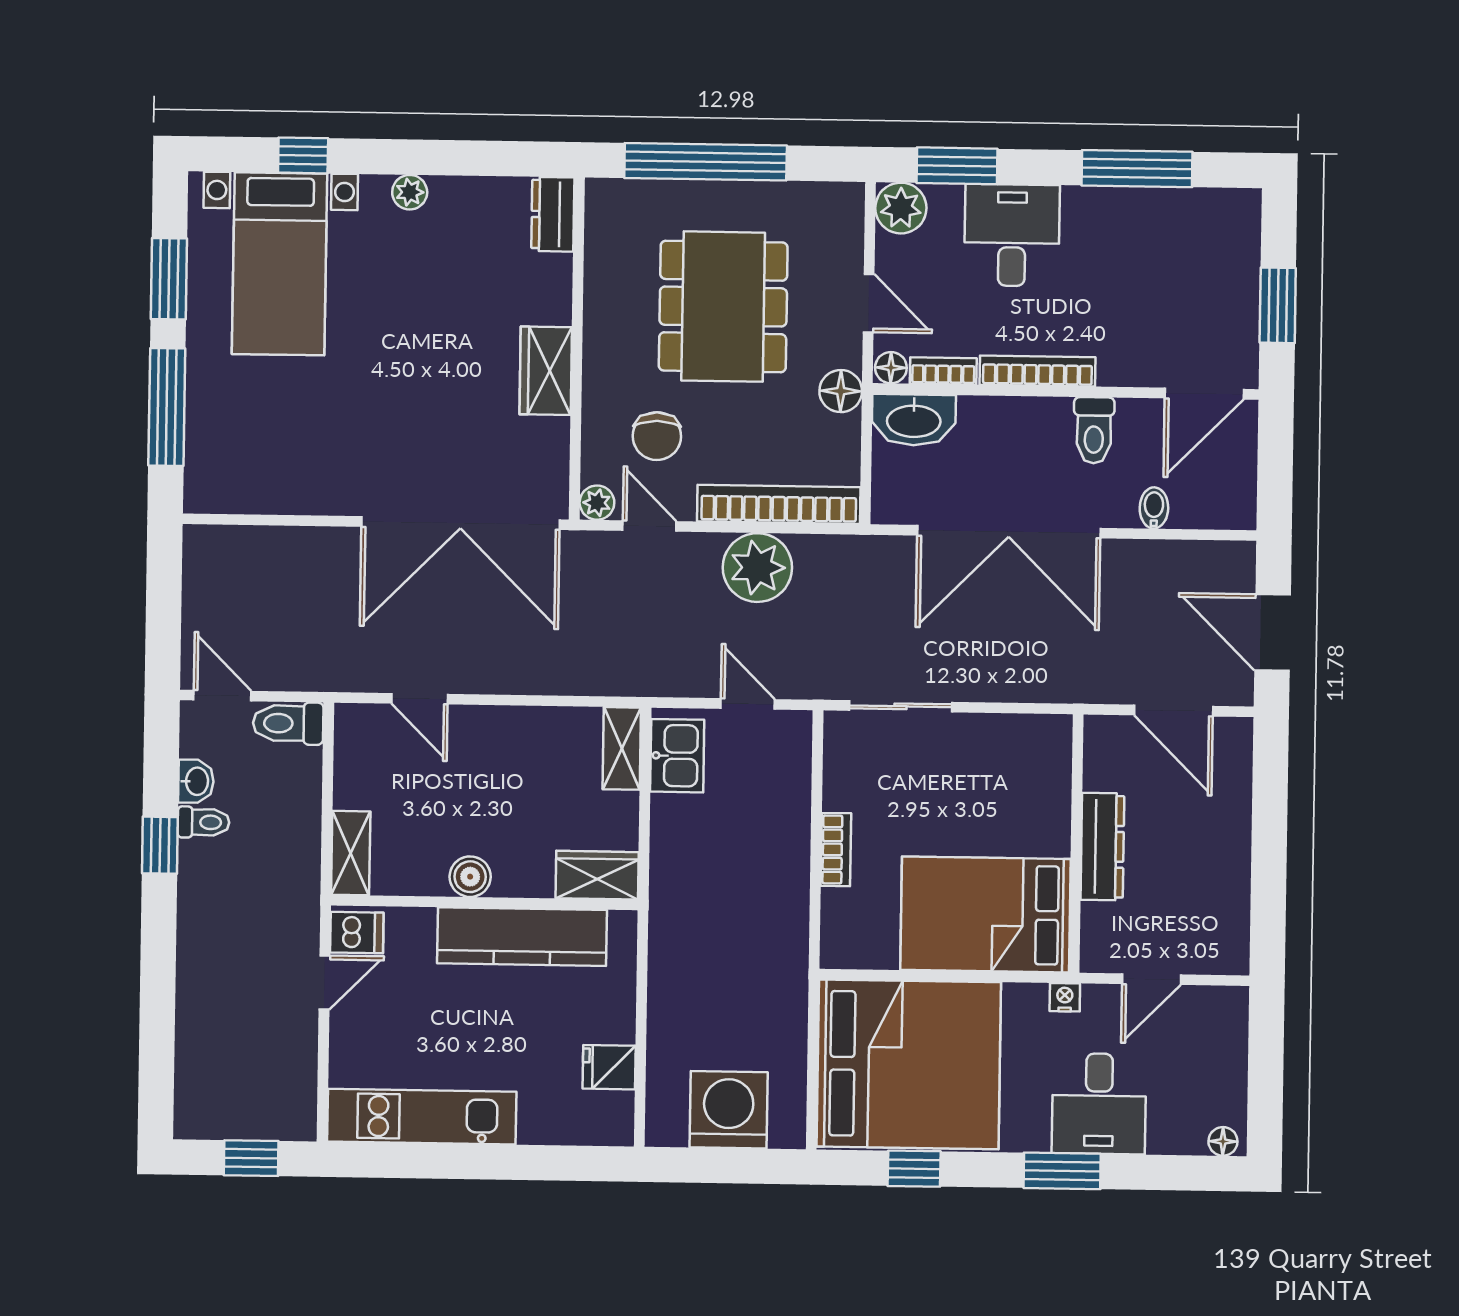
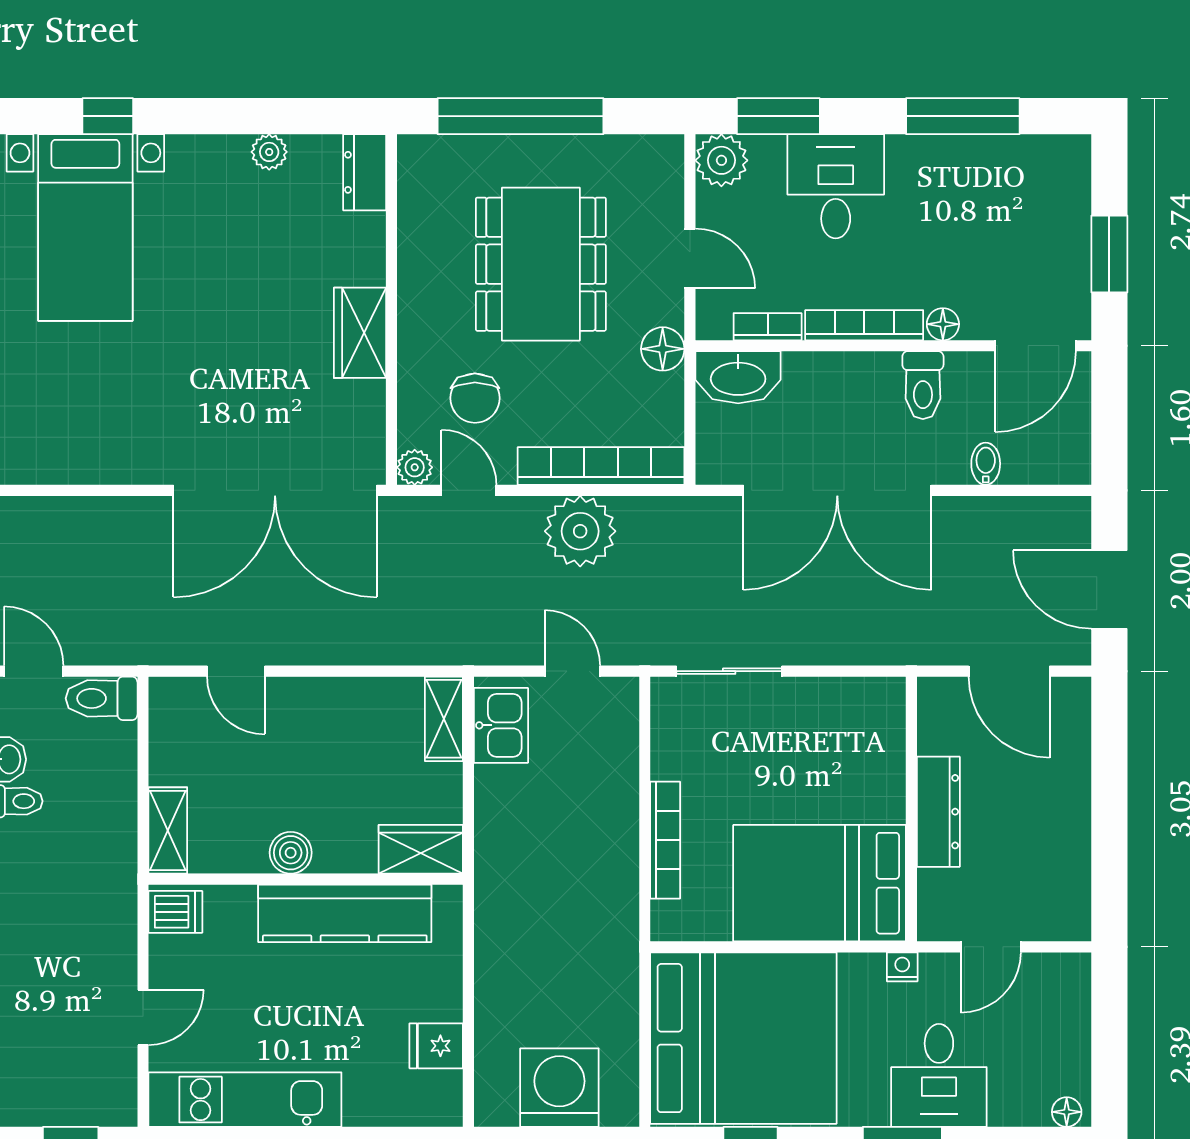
plant: (410, 192) -> (269, 152), moved
floor lamp: (891, 368) -> (943, 324), moved
bookcase: (836, 850) -> (665, 840), width x1.56
door: (324, 982) -> (143, 1017), moved

